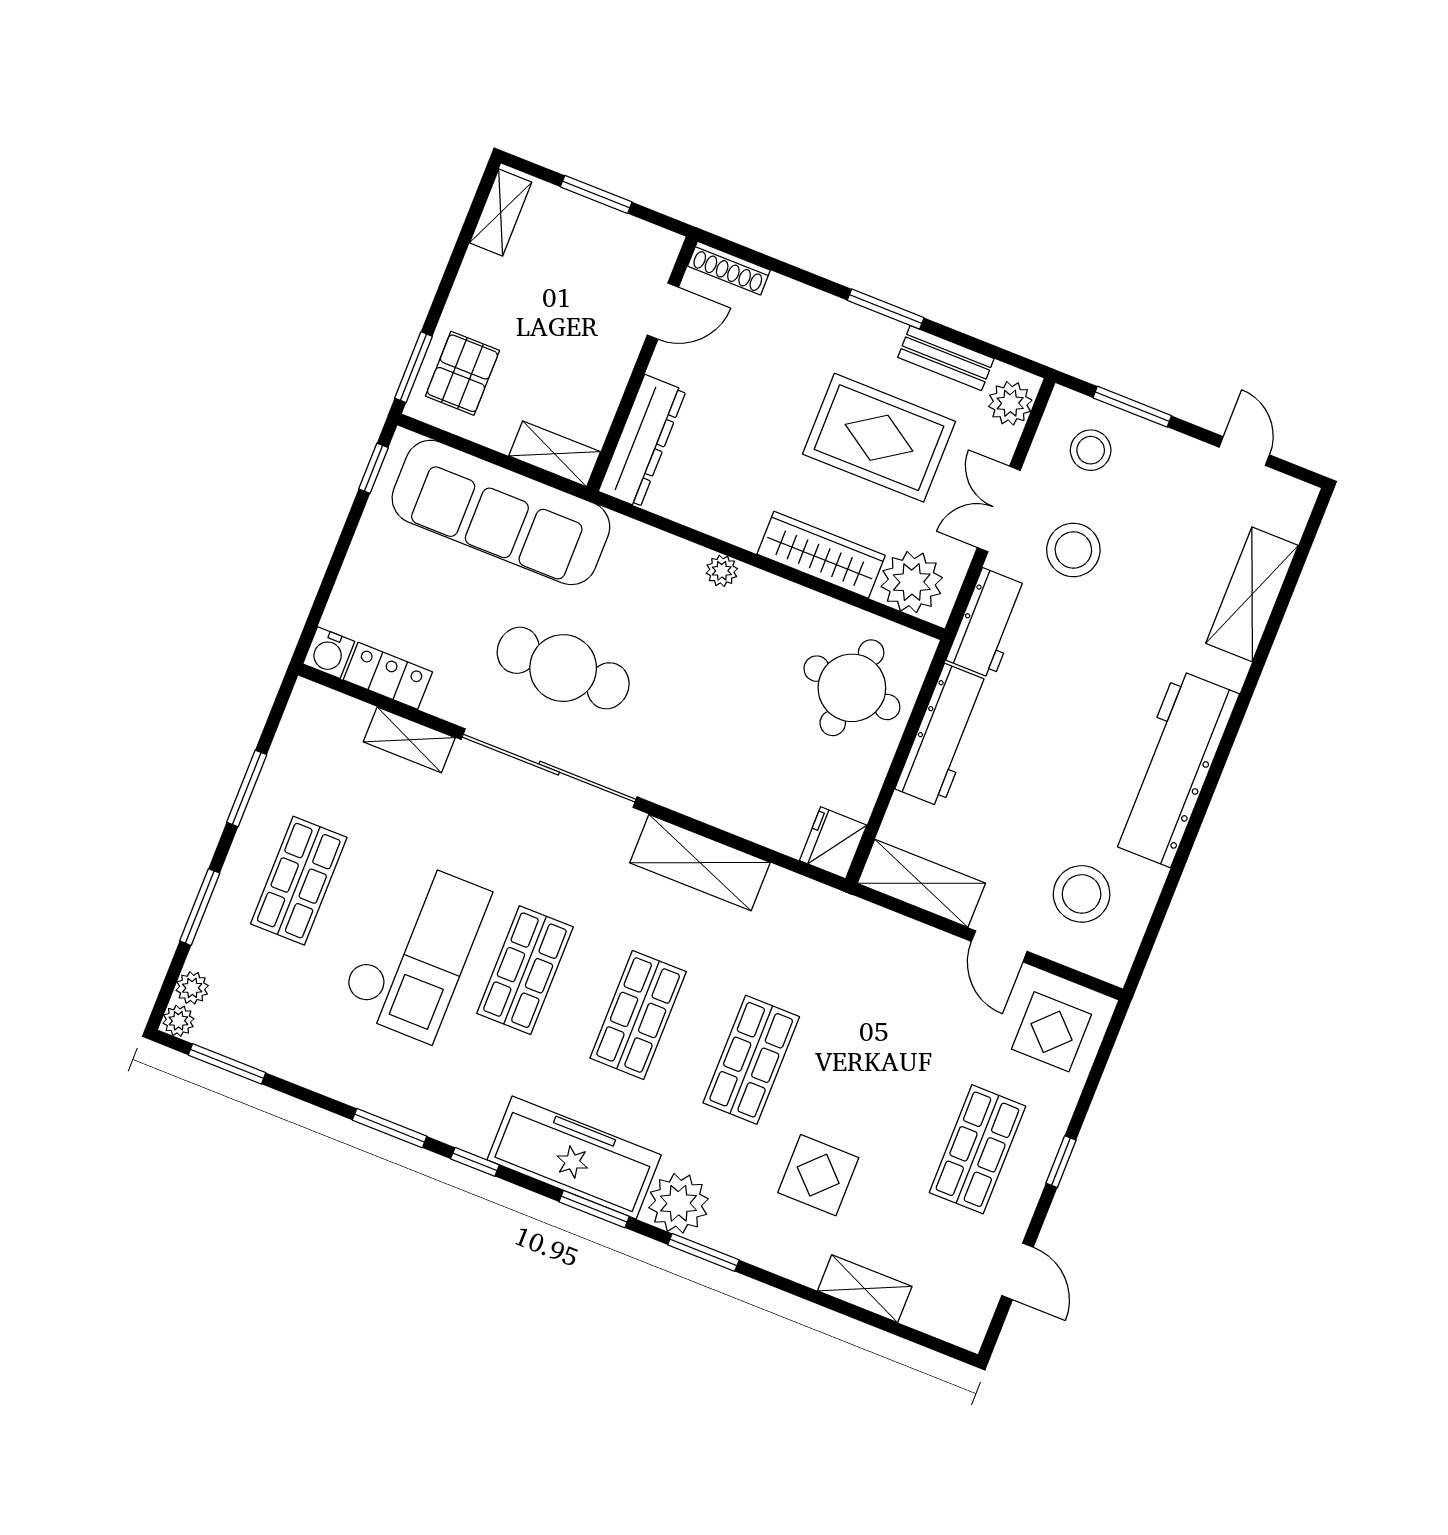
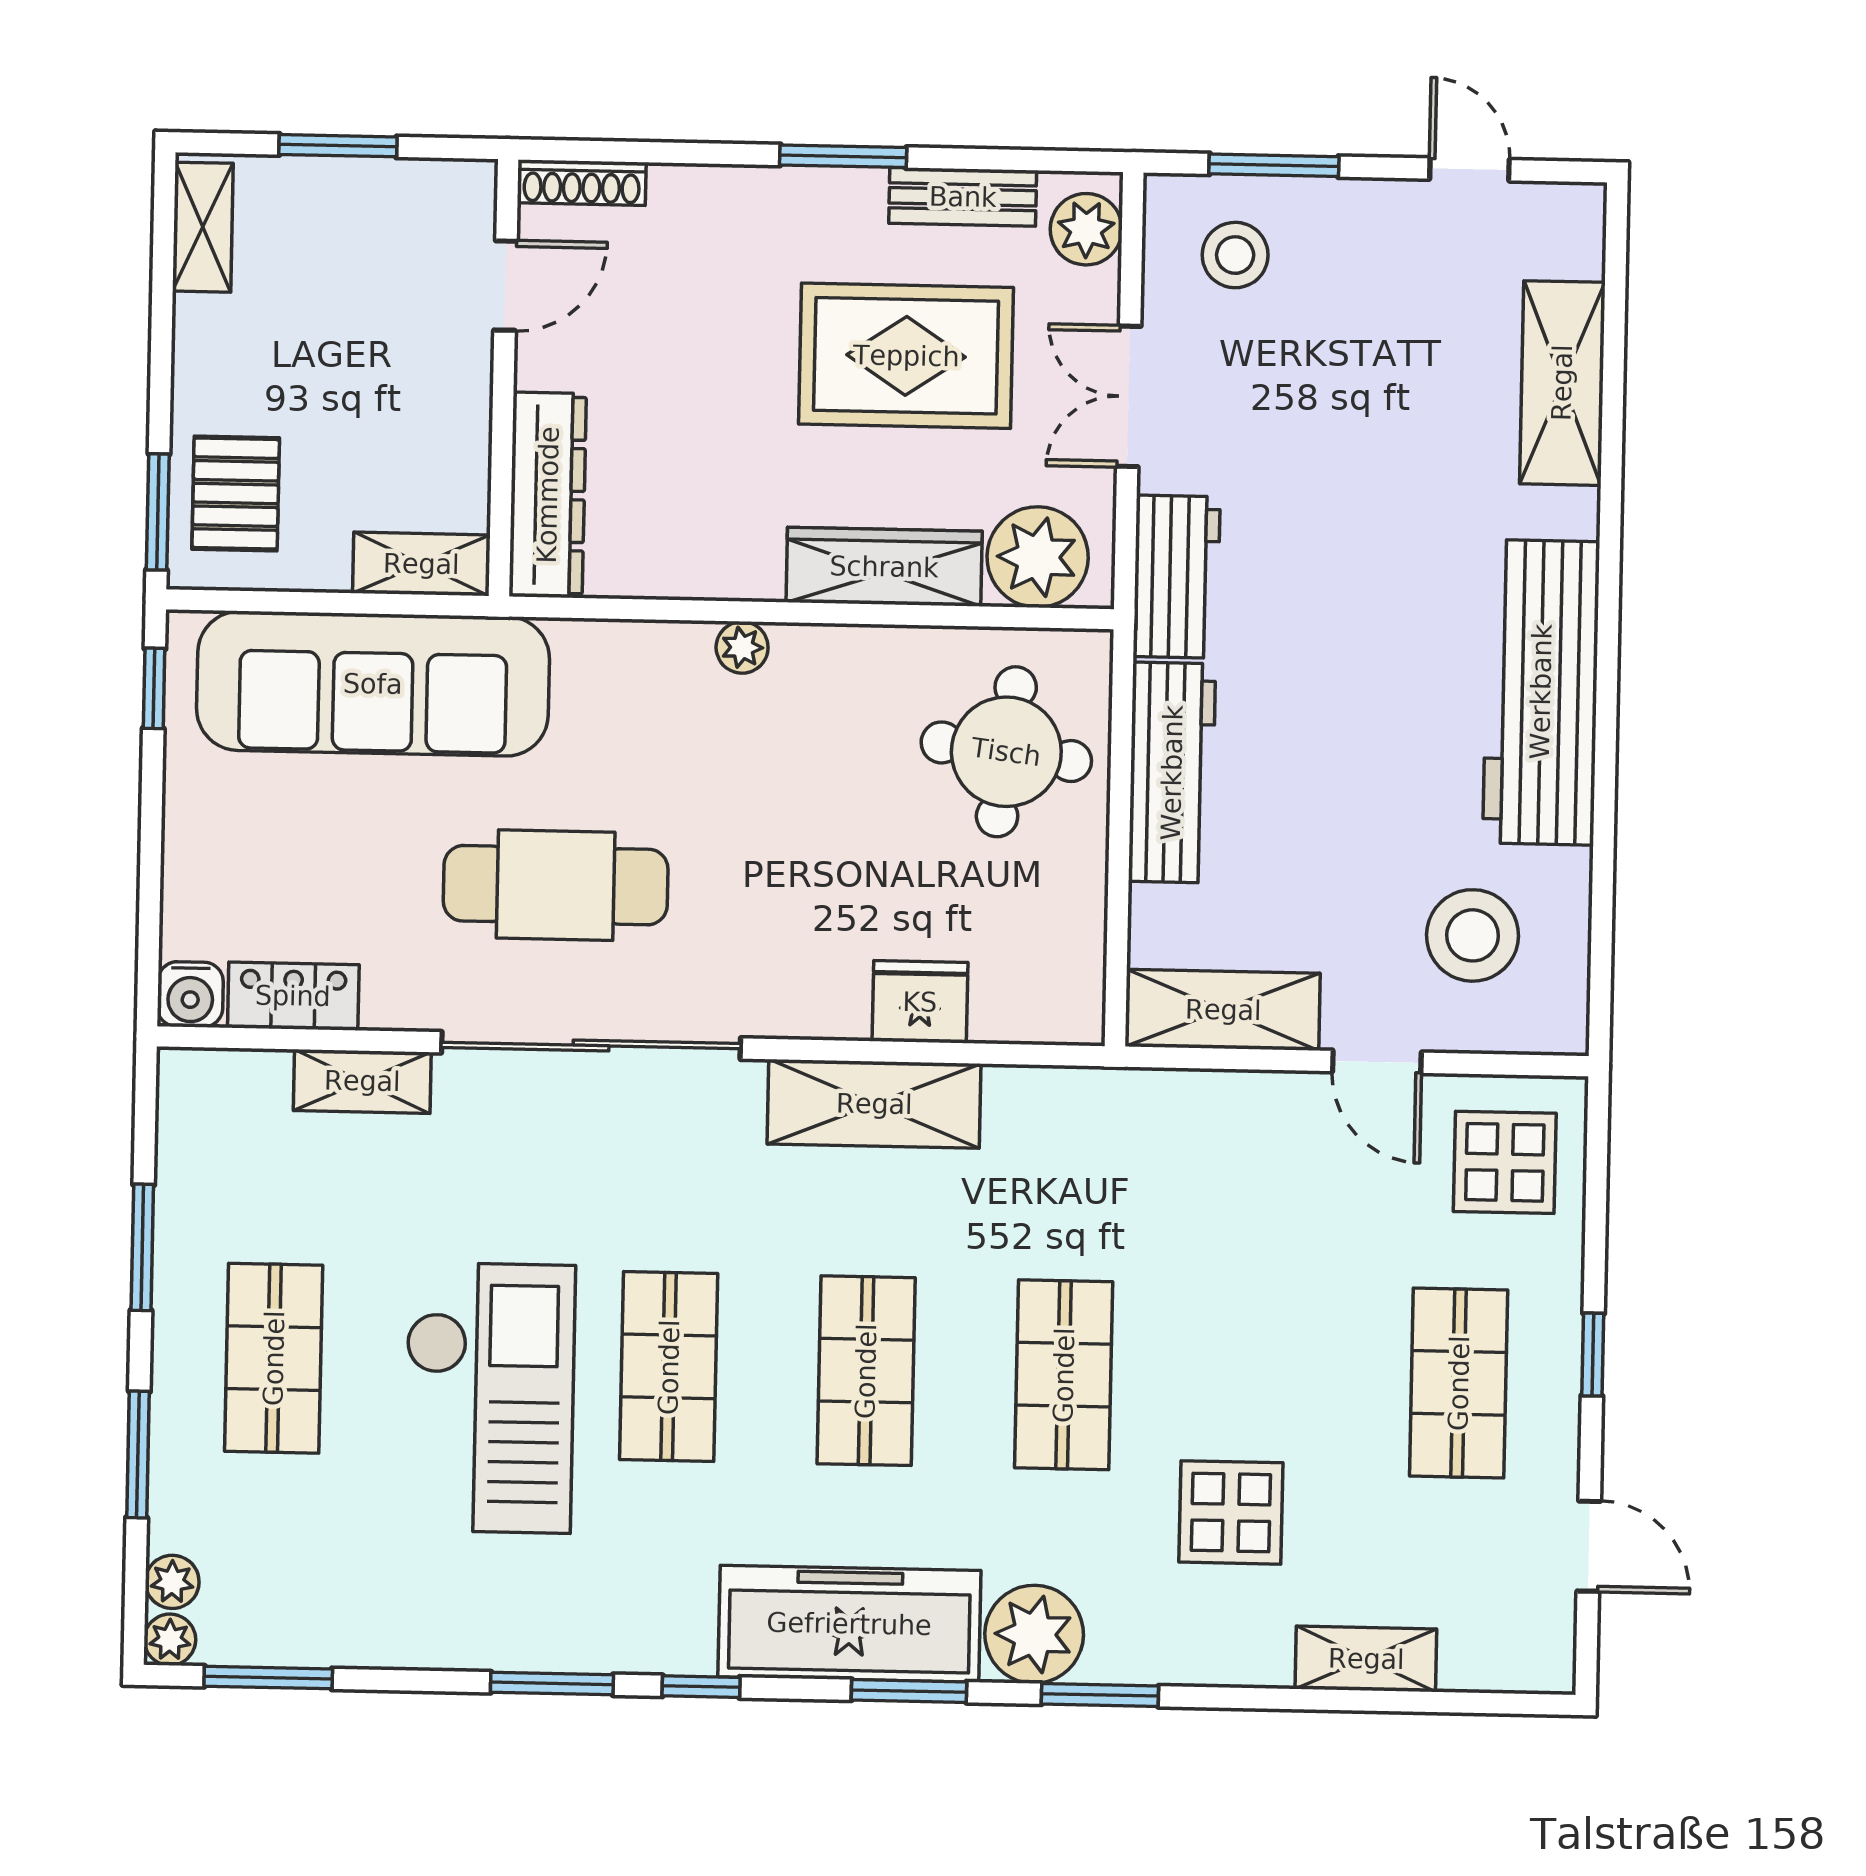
stool: (1073, 550) -> (1265, 417), removed
fridge: (833, 843) -> (920, 1002), moved, turned 90

